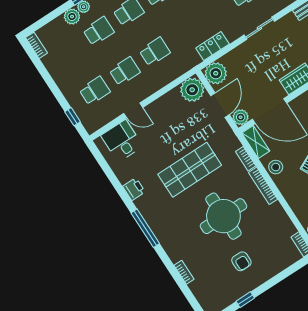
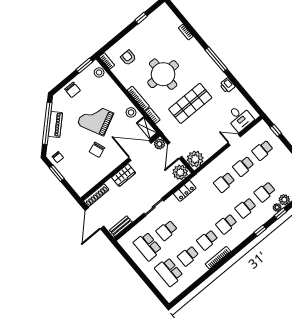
armchair: (241, 261) -> (128, 58), moved

